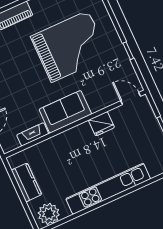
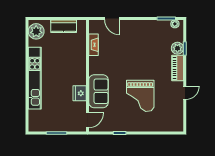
grand piano: (70, 46) -> (140, 96), width x0.73, depth x0.68
sofa: (65, 112) -> (98, 91), moved

